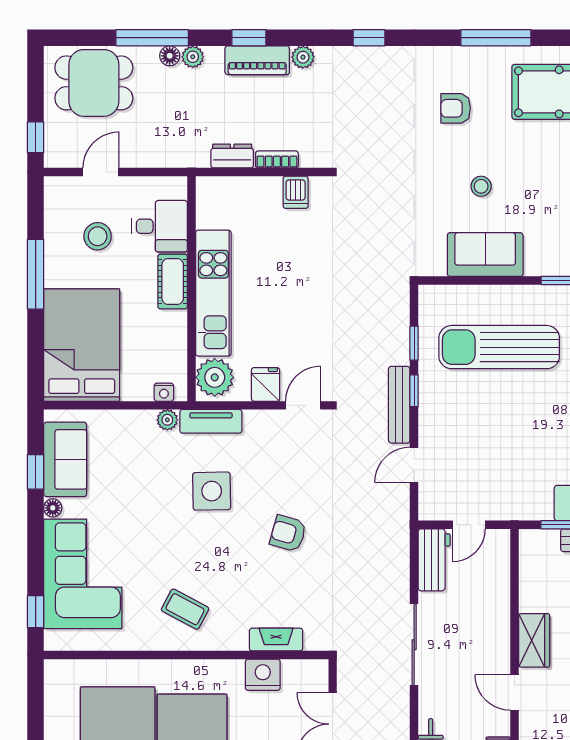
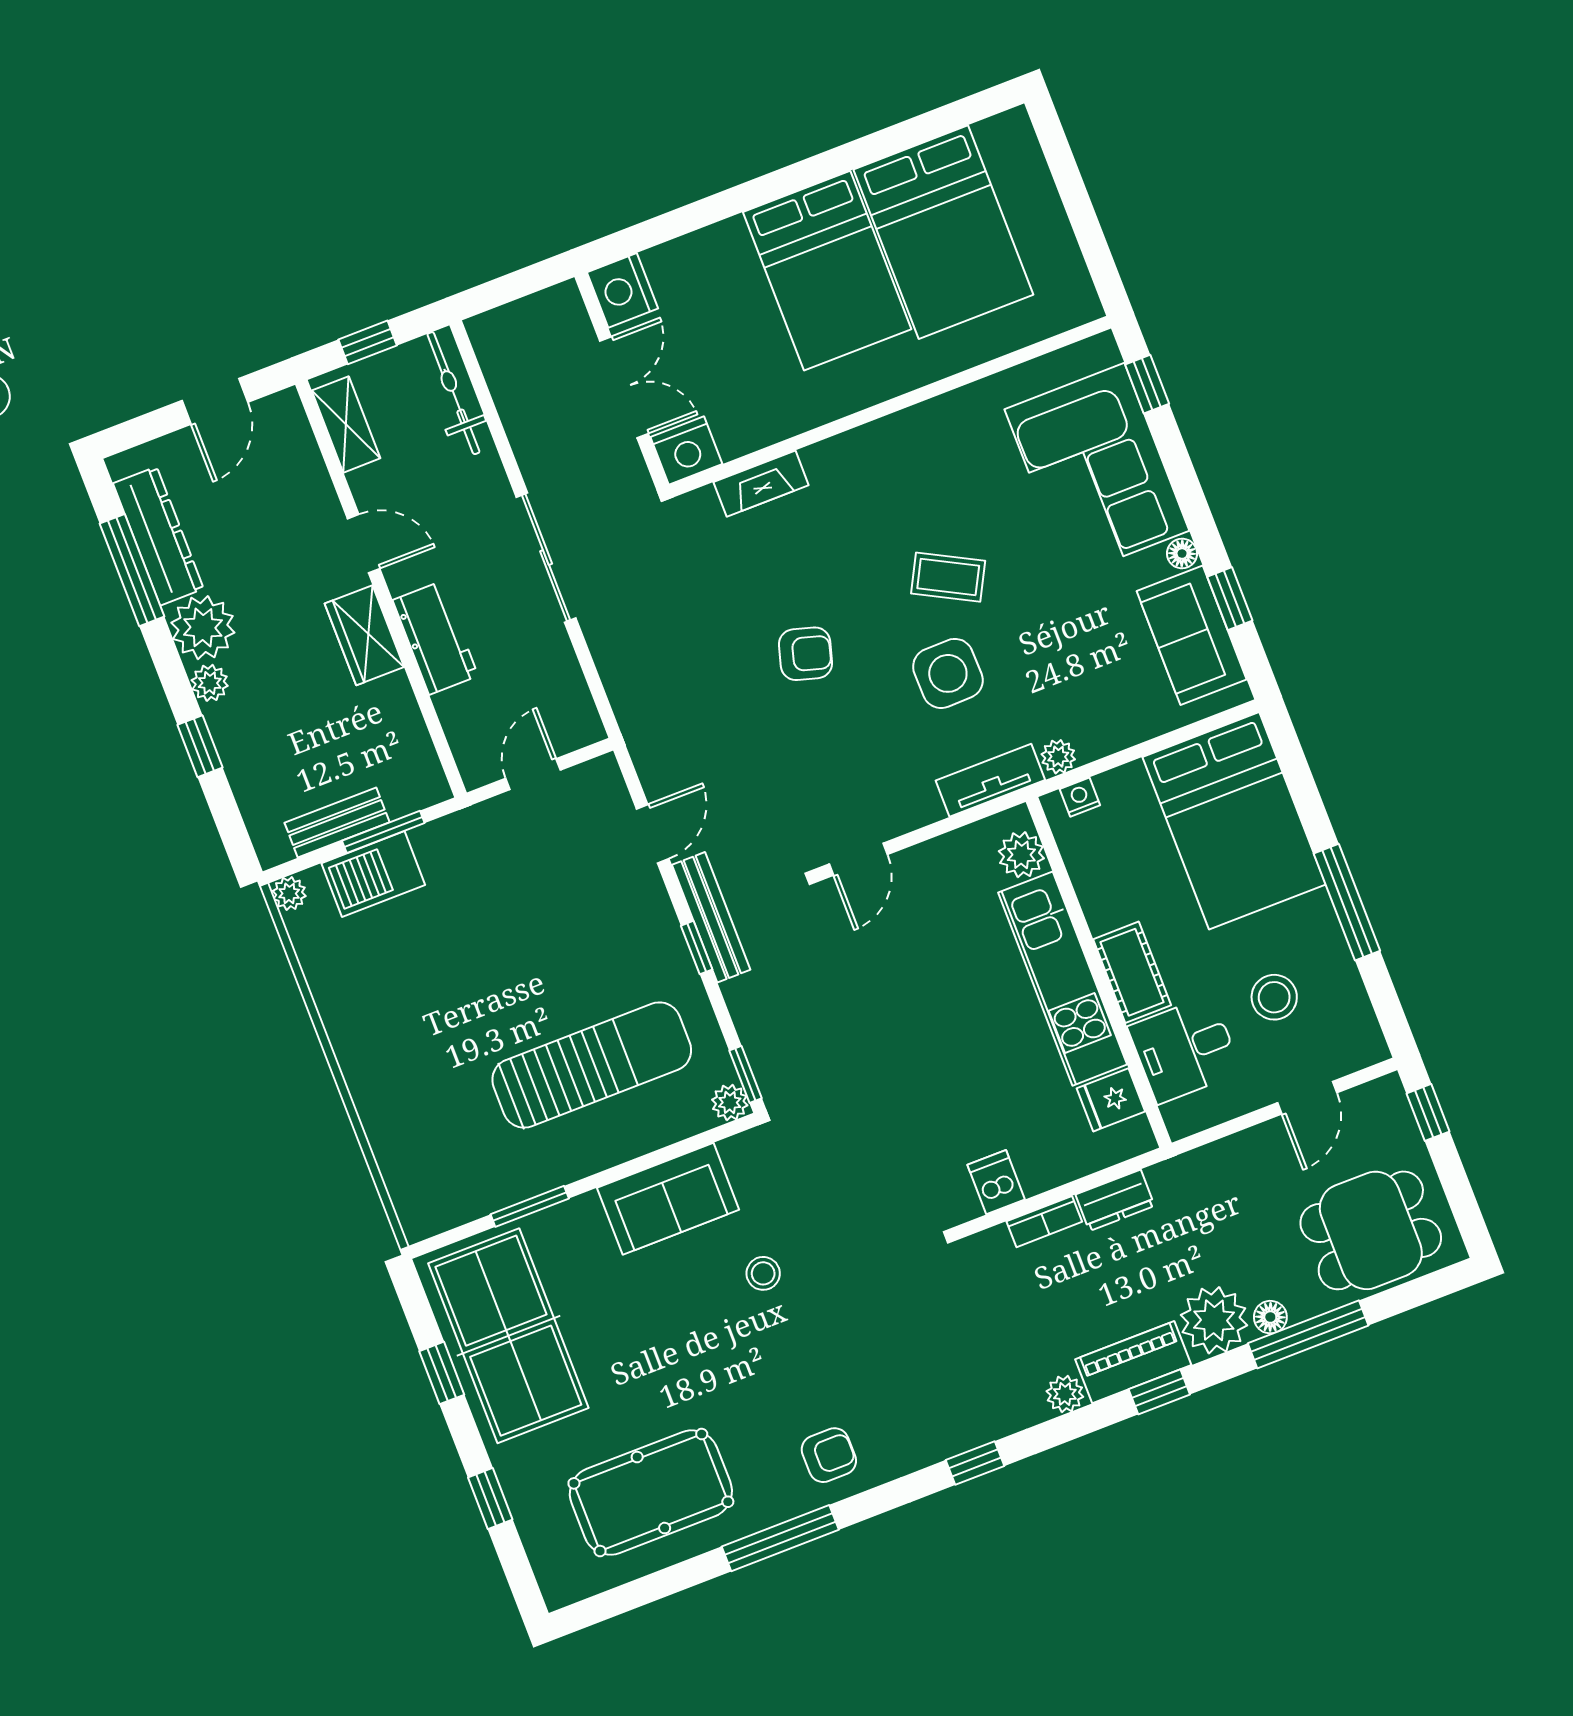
plant: (193, 57) -> (1214, 1320), width x1.88, depth x1.88
armchair: (456, 108) -> (829, 1455), moved
stool: (481, 186) -> (763, 1273), moved
plant: (429, 296) -> (730, 1103), added
window: (414, 343) -> (746, 1074), moved
plant: (215, 377) -> (1021, 855), width x0.73, depth x0.73
fridge: (266, 384) -> (1111, 1100), moved, turned 90
workbench: (434, 560) -> (435, 638), moved, turned 180
coffee table: (185, 609) -> (948, 577), moved
nightstand: (263, 675) -> (686, 450), moved

